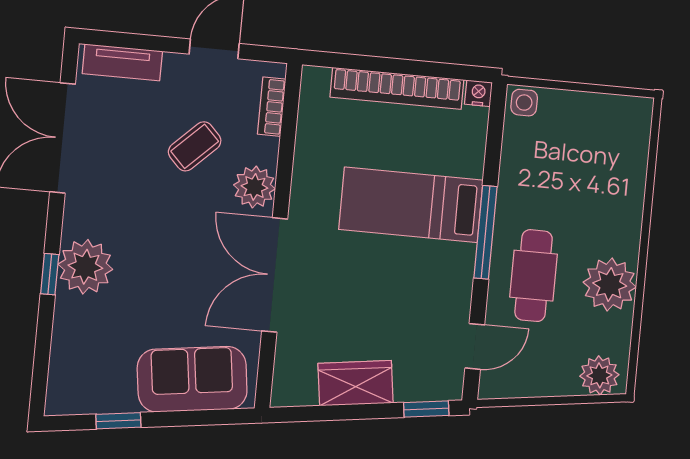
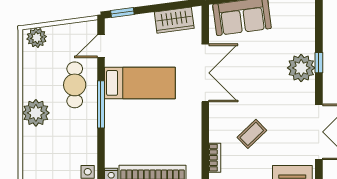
plant: (254, 187) -> (220, 116), removed
bed: (411, 205) -> (140, 83), moved
plant: (610, 285) -> (36, 113), moved
wardrobe: (356, 383) -> (174, 20), moved

